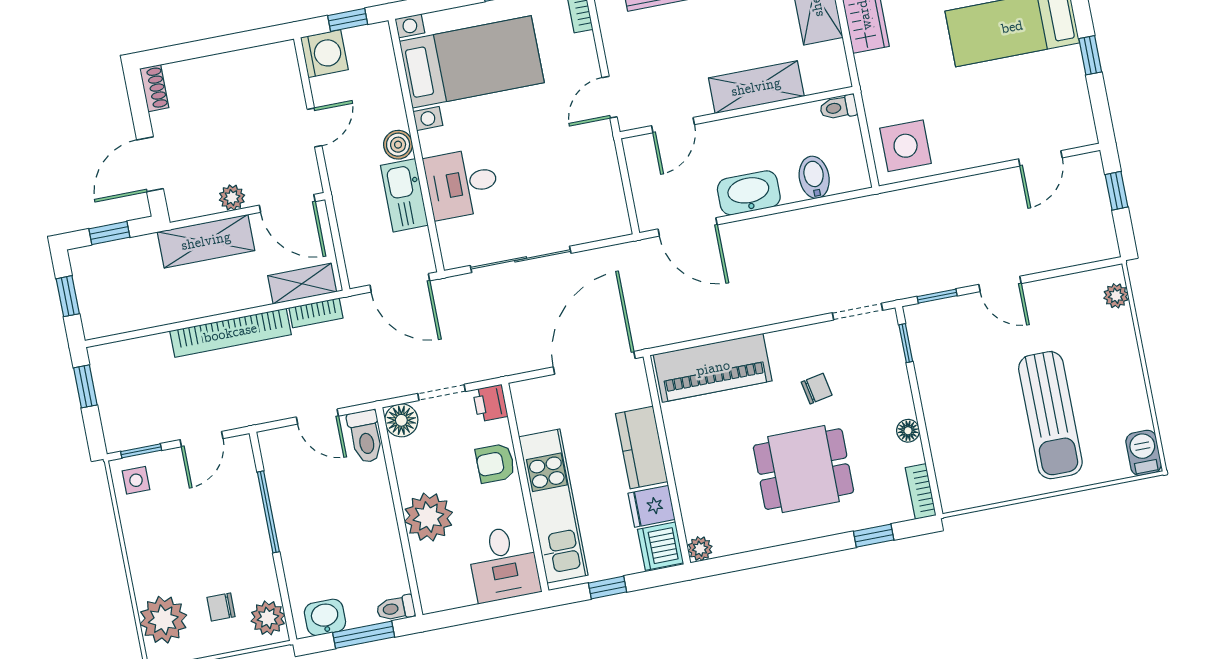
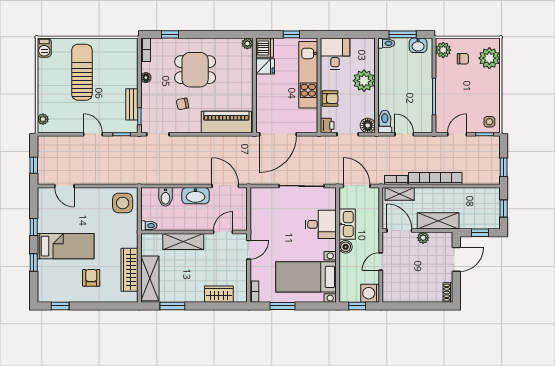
door: (1040, 158) -> (64, 186), swing flipped
bench: (927, 366) -> (132, 104), added
kitchen counter: (642, 448) -> (264, 93), removed

